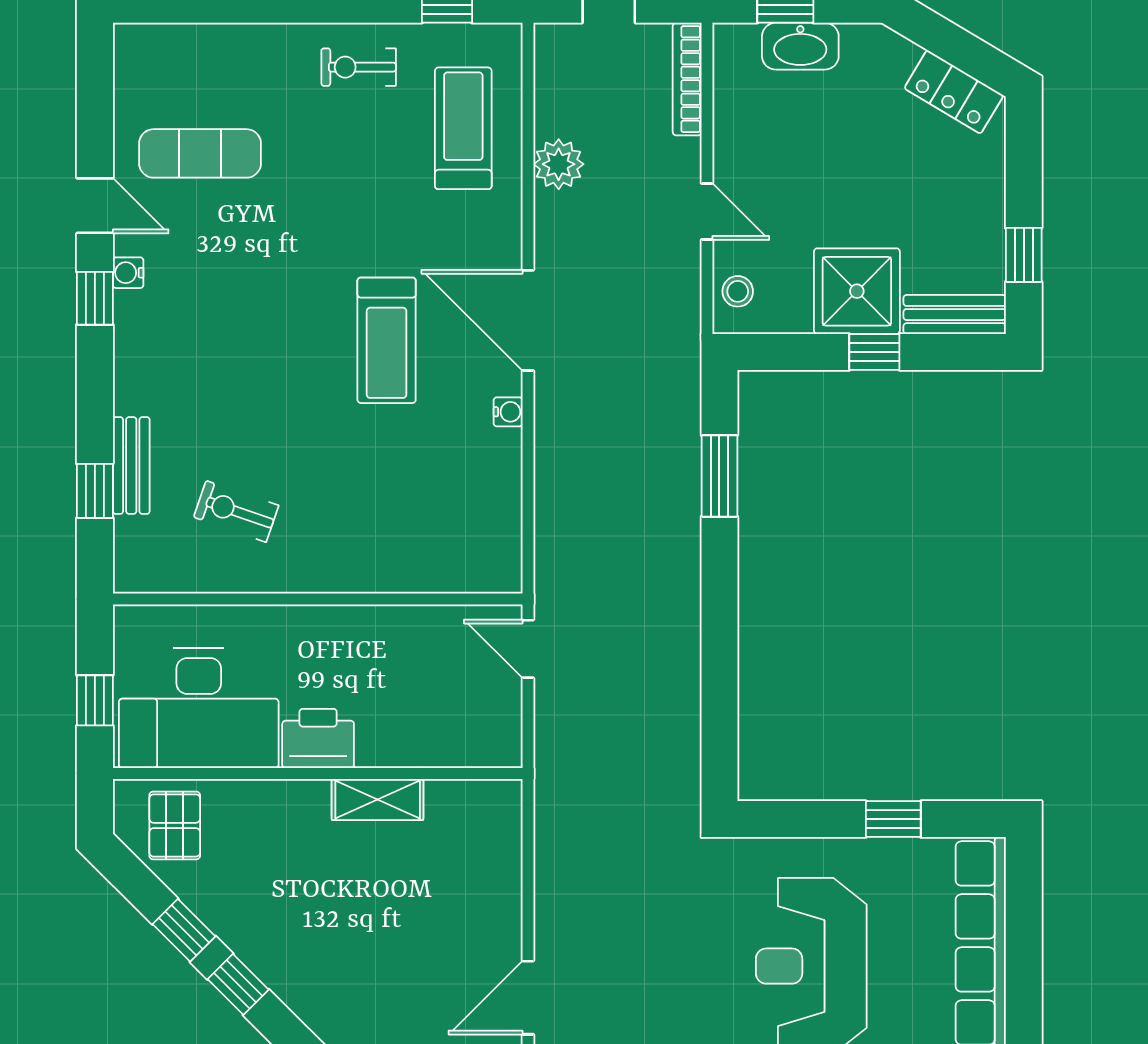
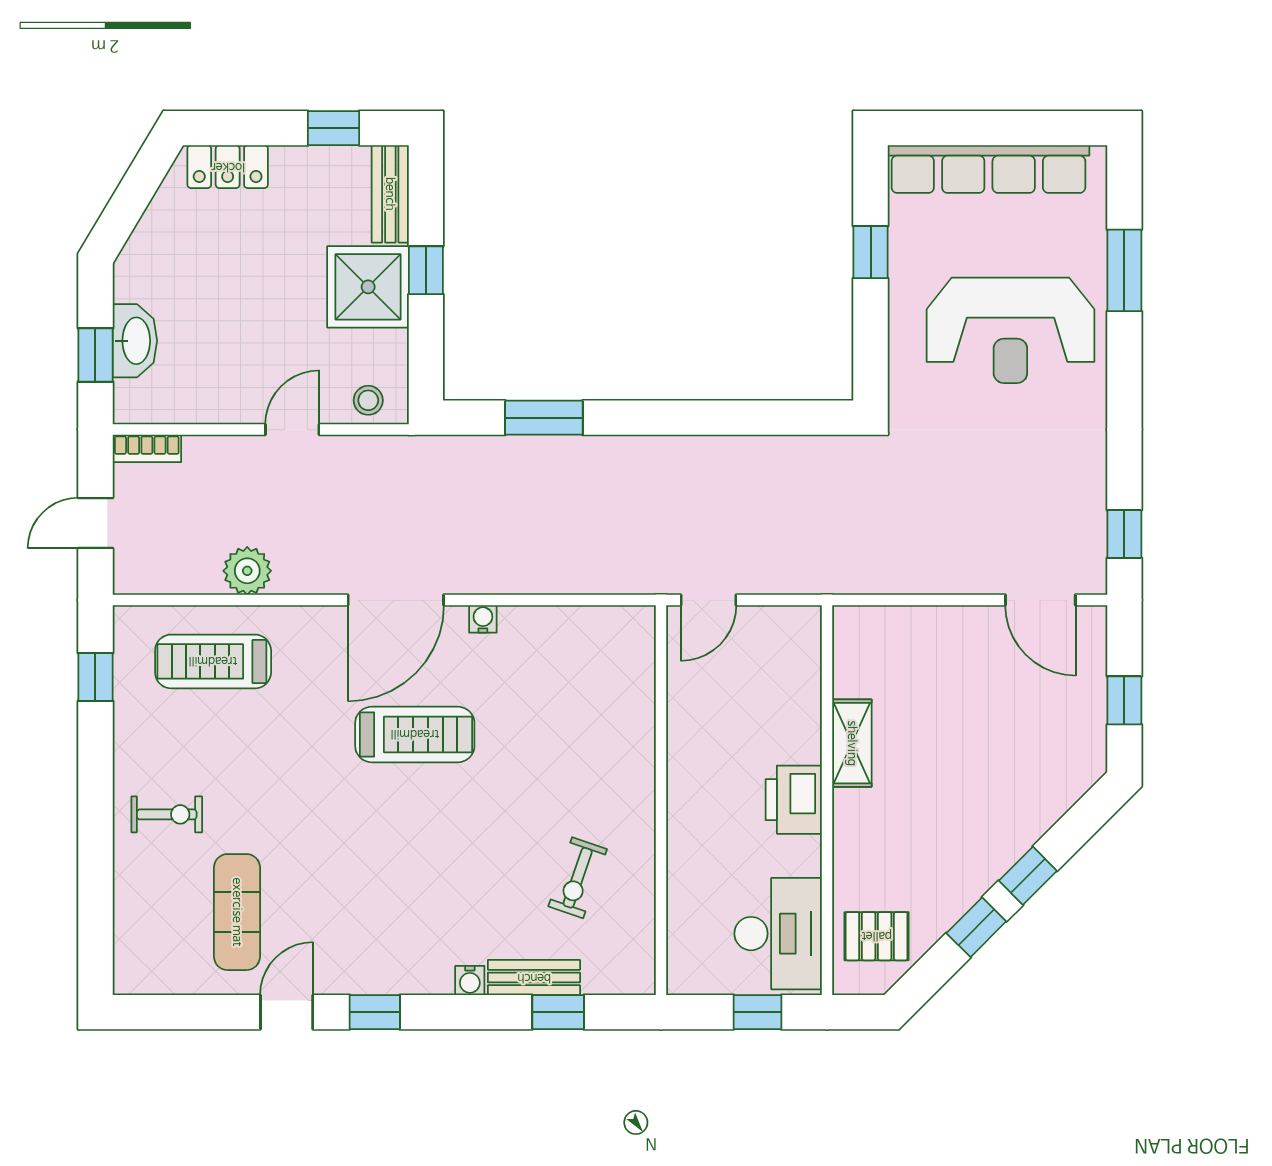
exercise bike: (359, 67) -> (167, 814), moved, turned -90
bookcase: (687, 79) -> (147, 448), width x0.64
locker: (954, 92) -> (228, 167), moved, turned 59
water cooler: (128, 273) -> (470, 980), moved
desk: (199, 708) -> (778, 934), width x0.73, depth x0.77

